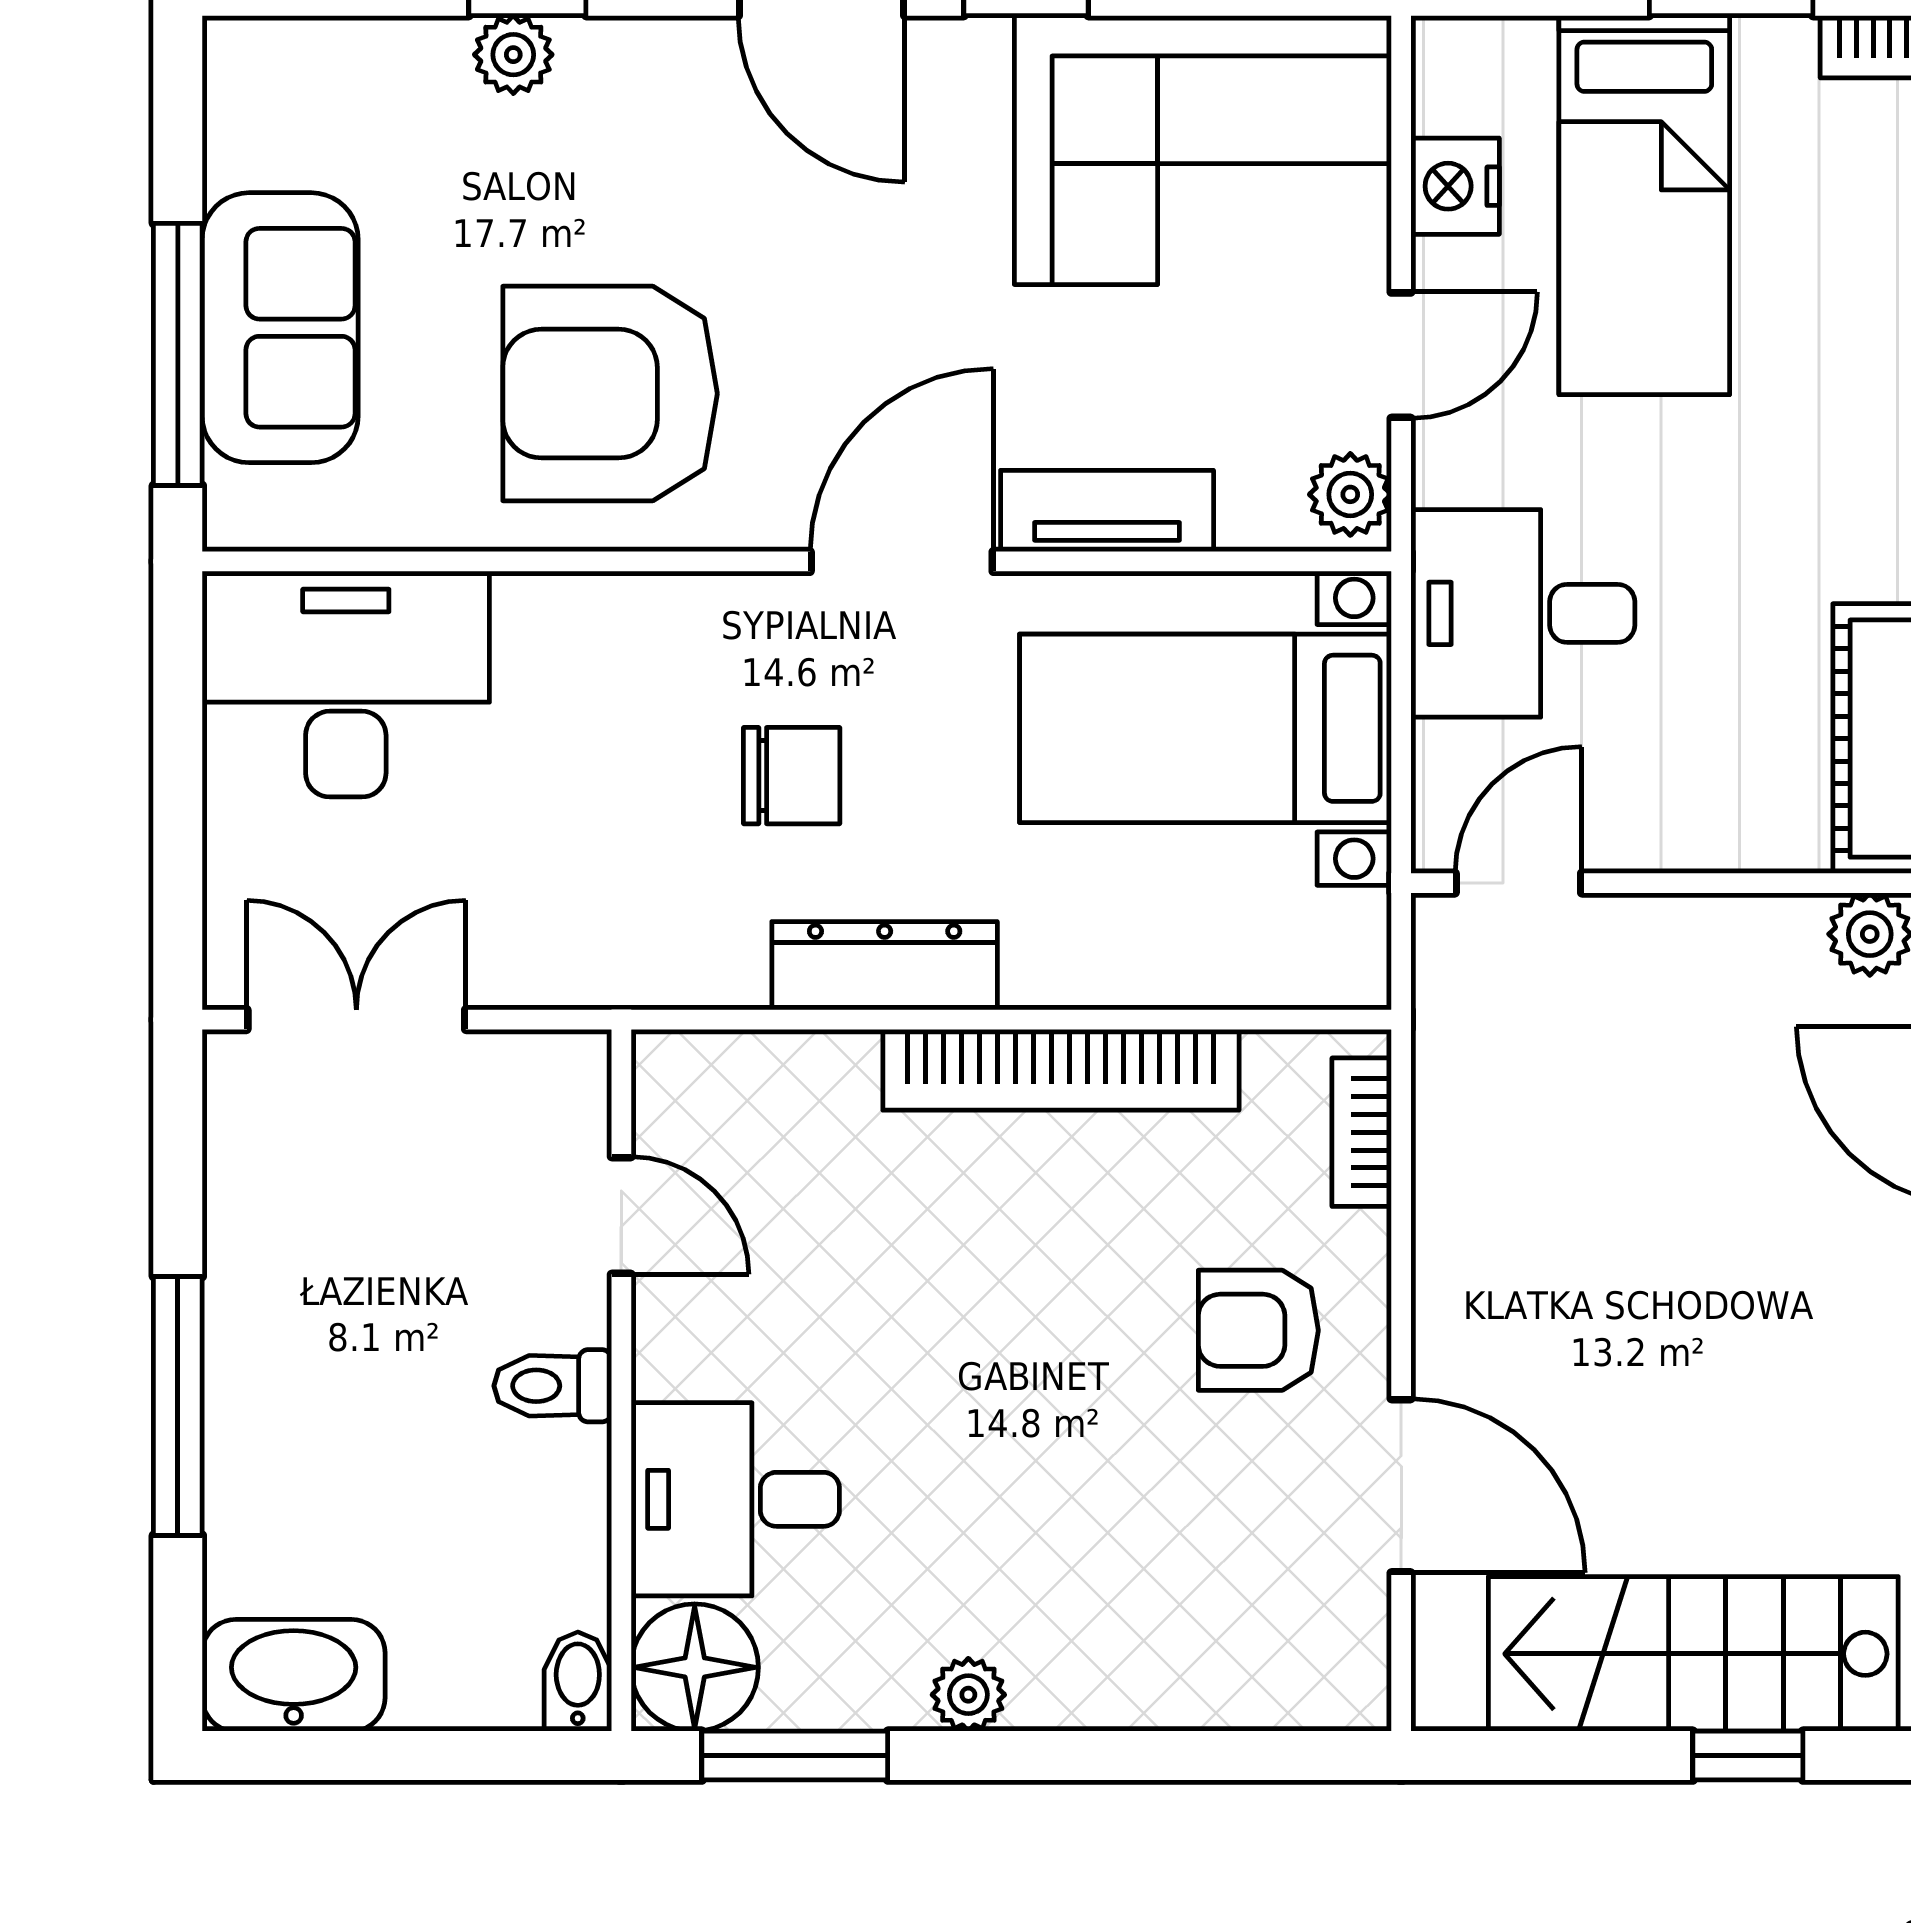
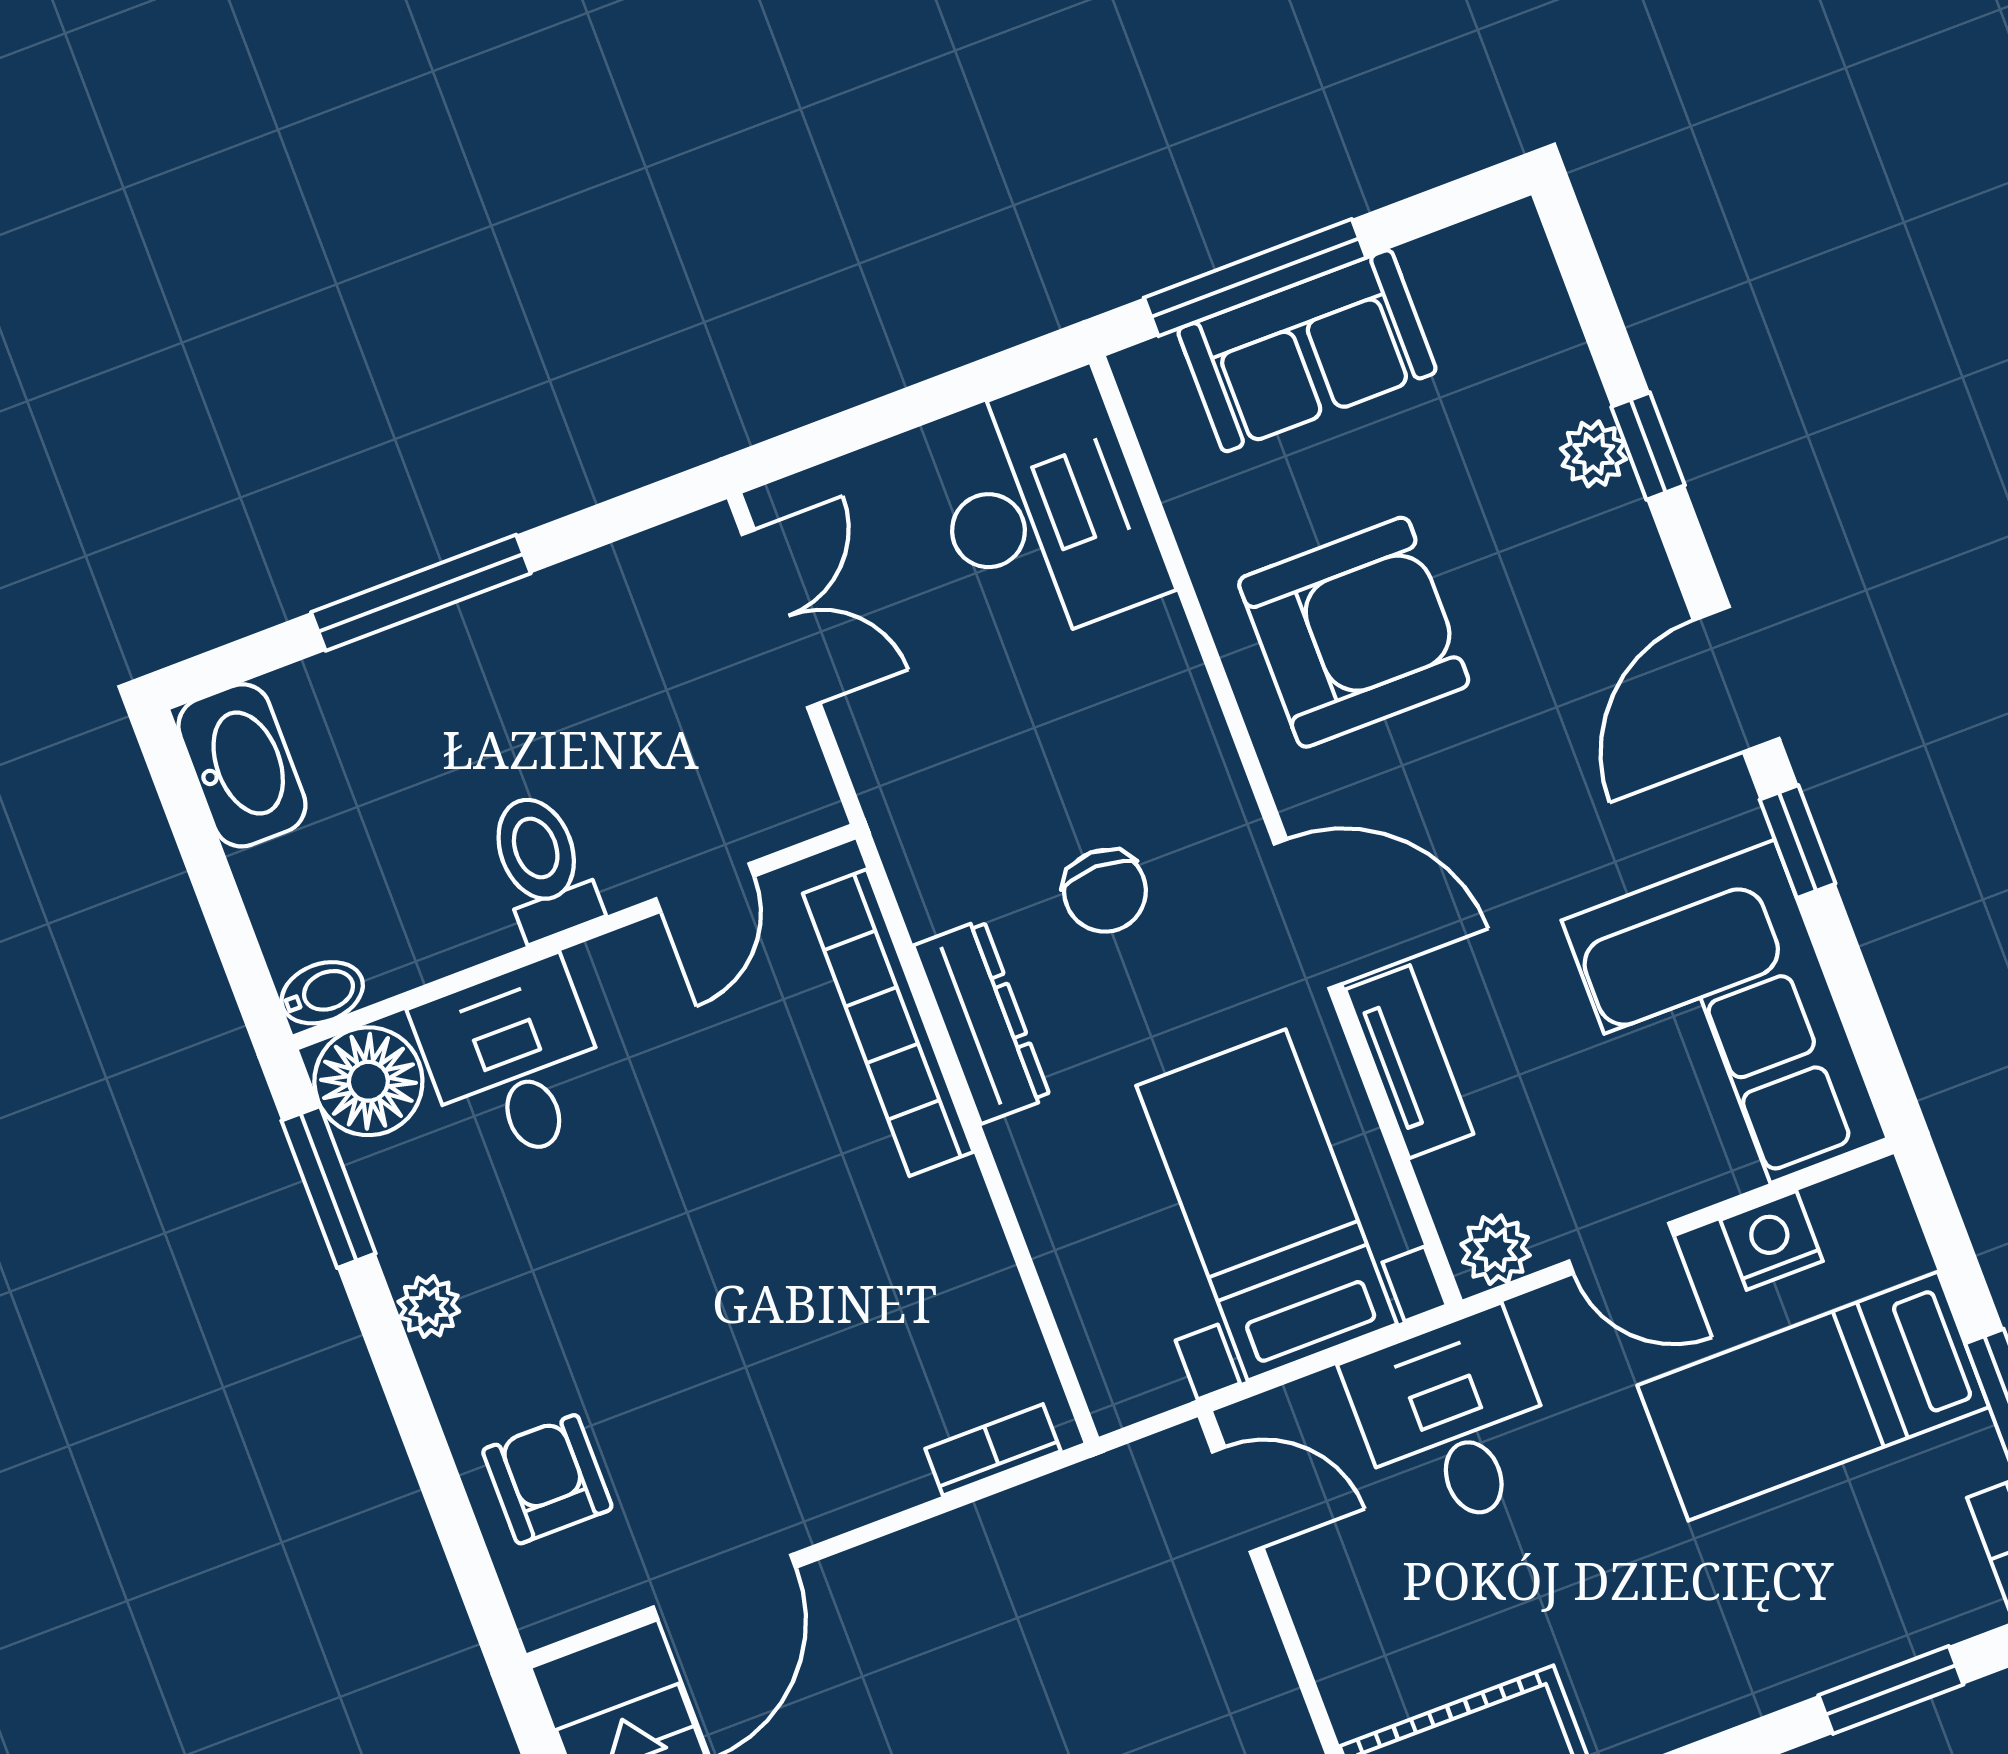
armchair: (610, 394) -> (1354, 632), turned 90
bookcase: (1061, 1070) -> (888, 1023), moved
armchair: (1258, 1330) -> (547, 1479), moved
toilet: (553, 1386) -> (543, 866), width x1.37, depth x1.39

